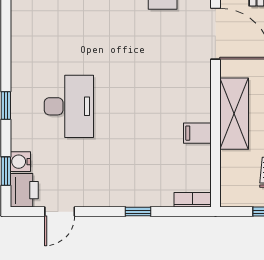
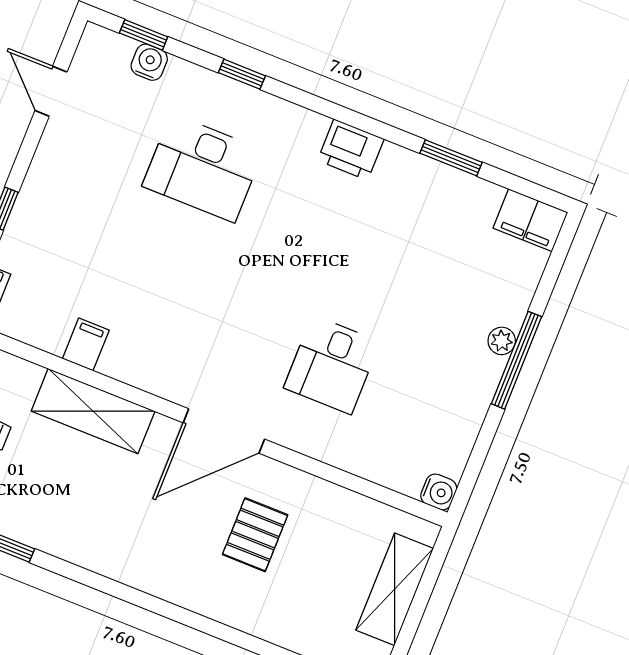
printer: (24, 190) -> (351, 150), moved

